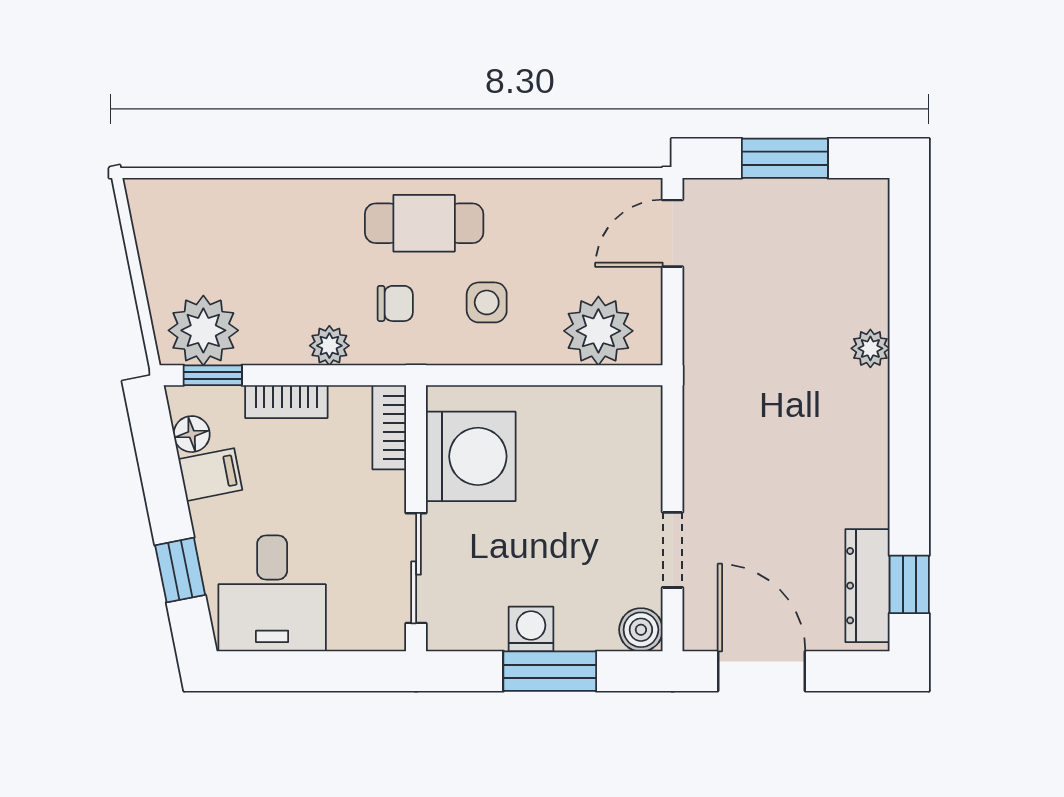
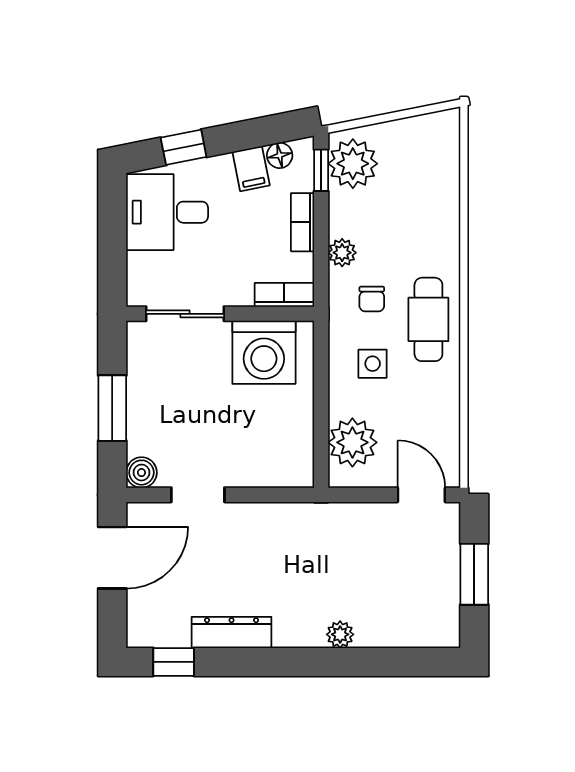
dresser: (867, 586) -> (232, 632), moved
washing machine: (531, 629) -> (142, 395), removed

